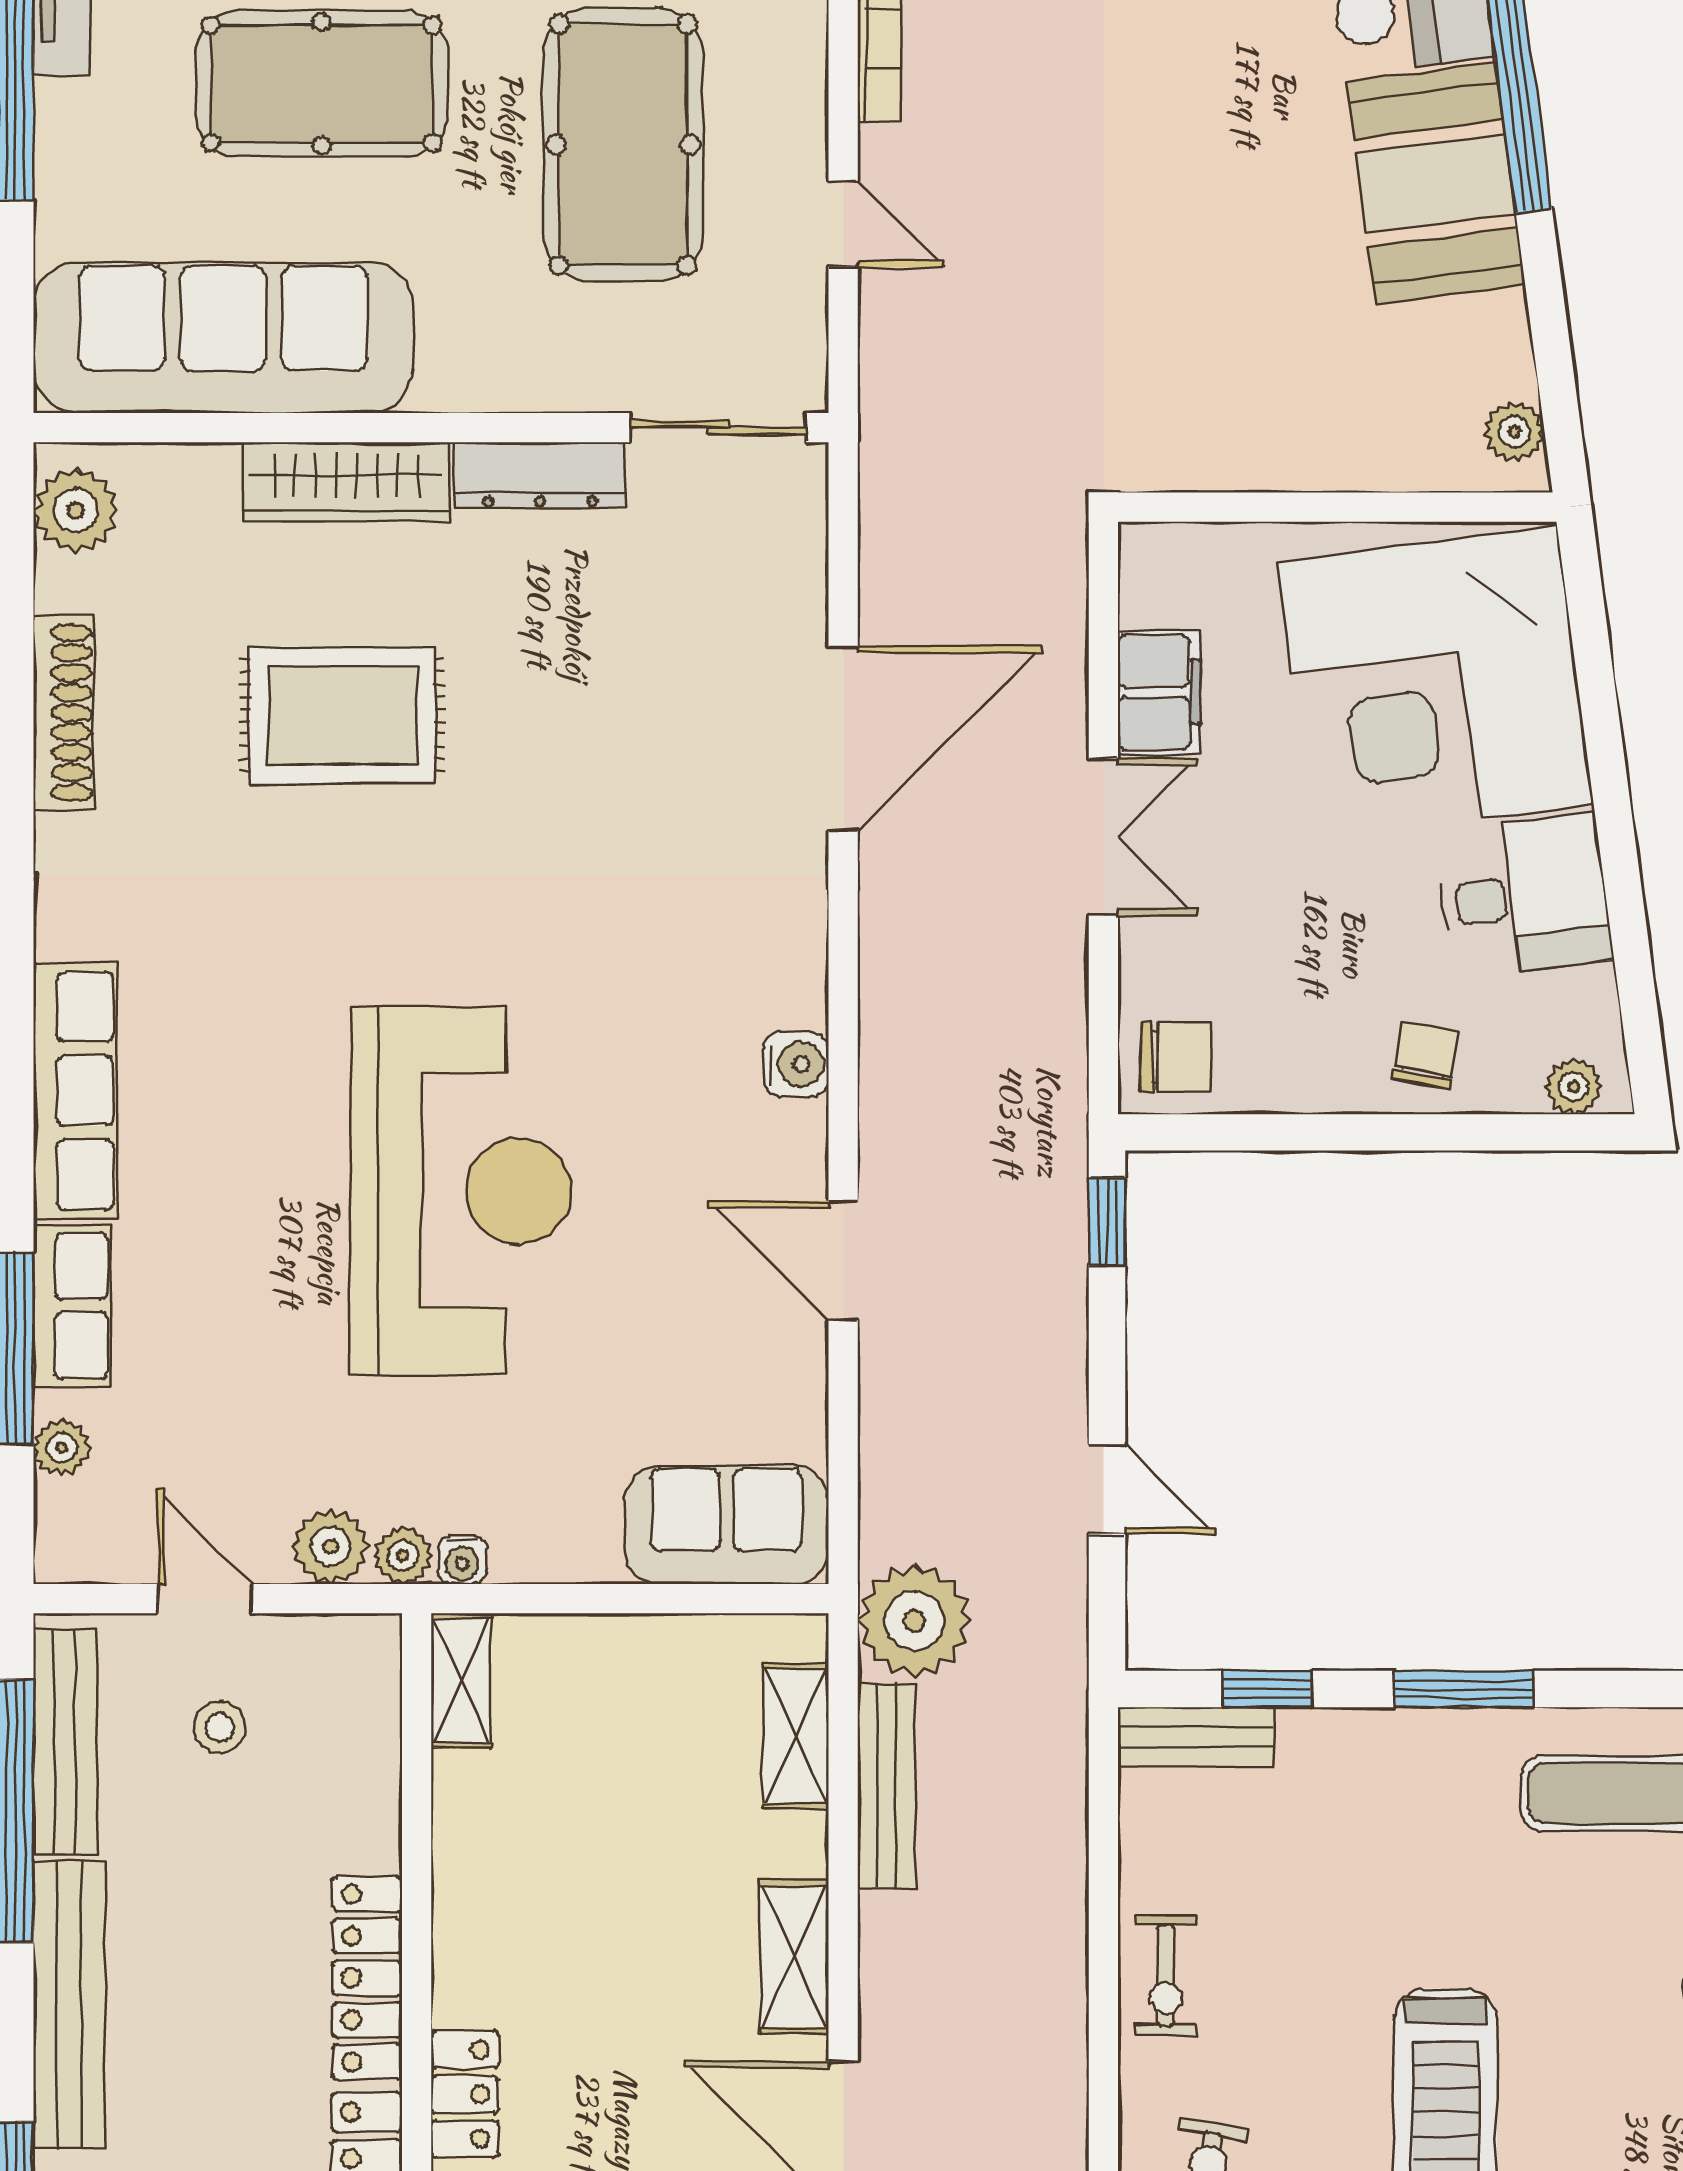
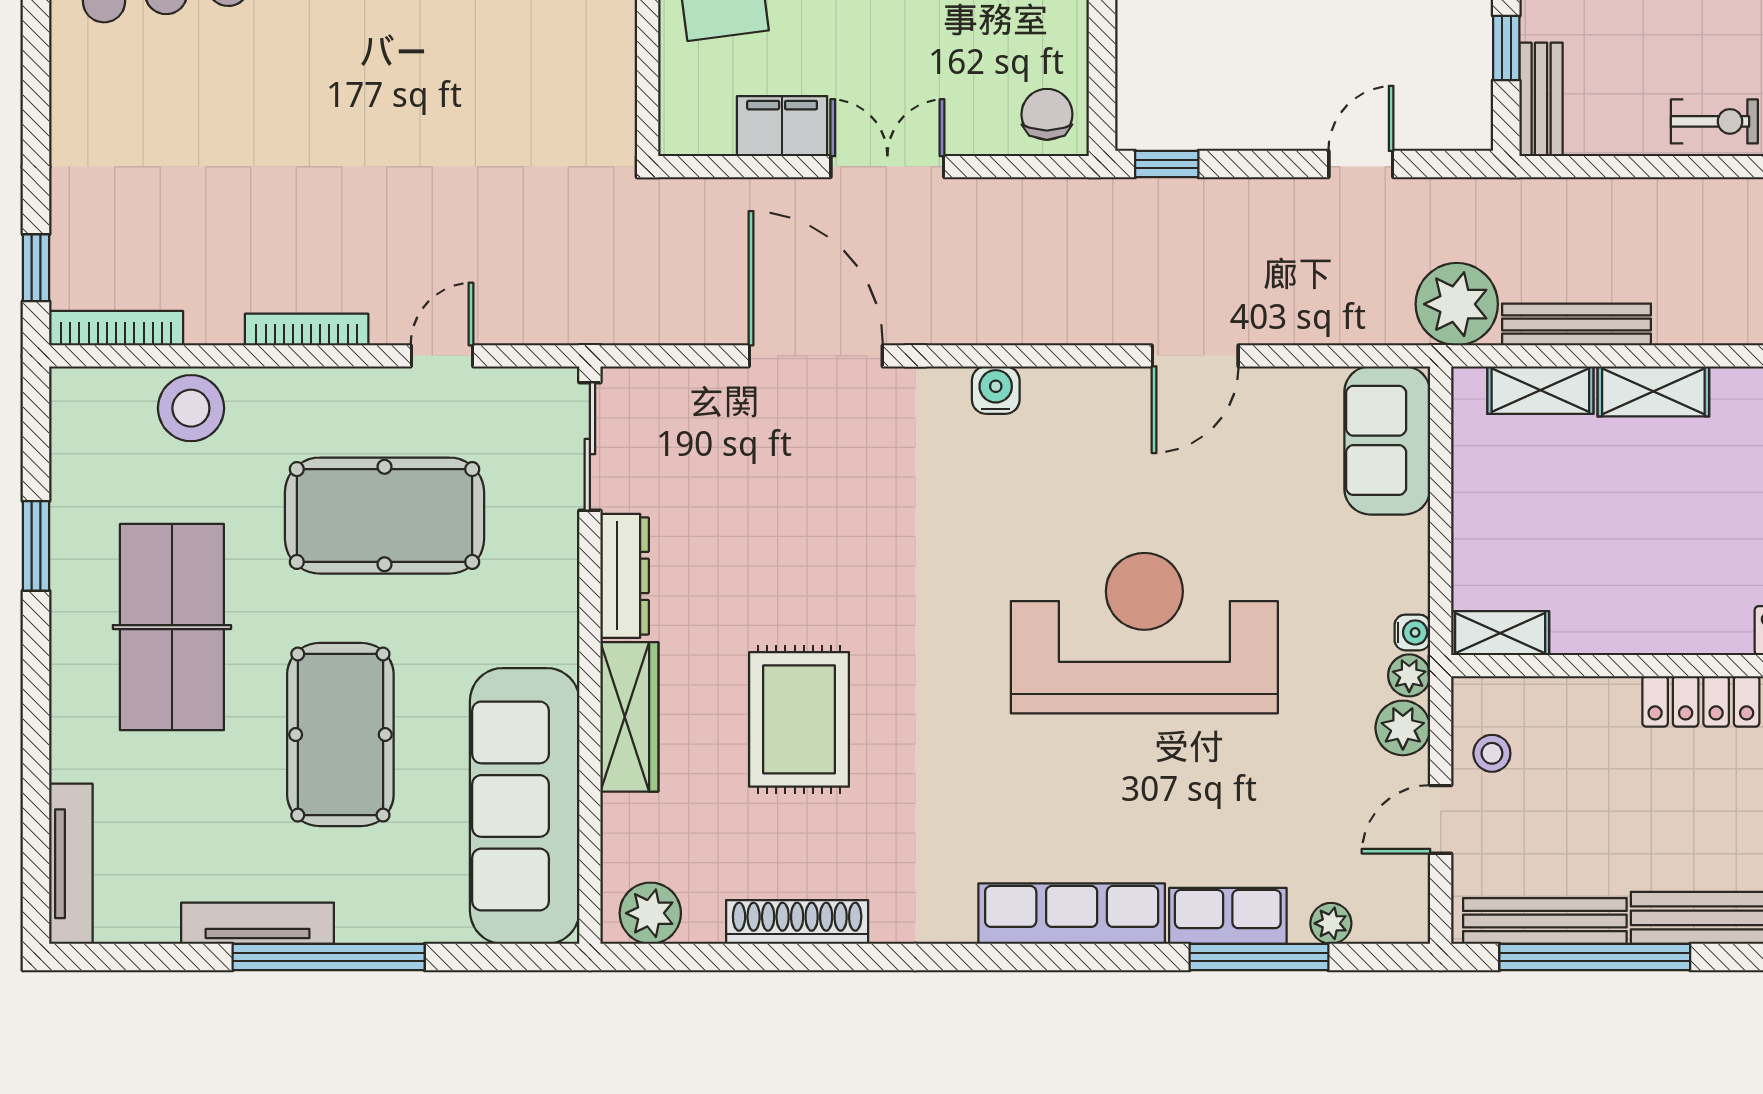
water cooler: (796, 1064) -> (996, 390), moved
stool: (220, 1727) -> (1492, 753), moved
shelving: (794, 1957) -> (1653, 391), moved

